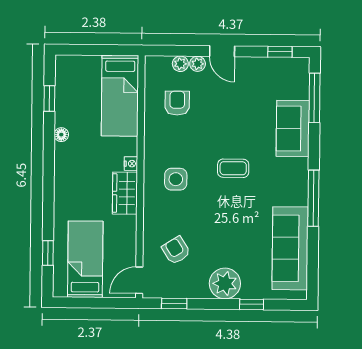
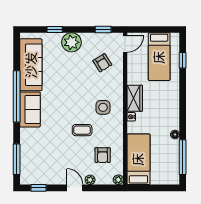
plant: (180, 64) -> (118, 180), moved
window: (49, 99) -> (183, 157), width x2.17
sofa: (293, 128) -> (30, 109), moved
coffee table: (233, 168) -> (82, 130), moved
window: (313, 198) -> (17, 96), width x1.46

